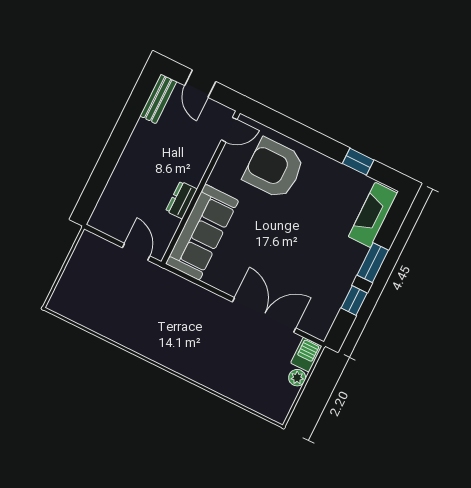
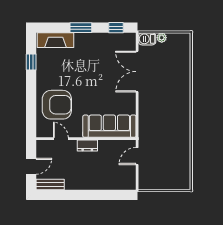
door: (229, 130) -> (61, 139), moved
armchair: (274, 169) -> (57, 105), turned -90
dresser: (181, 200) -> (87, 146), moved
window: (354, 300) -> (116, 28), moved

